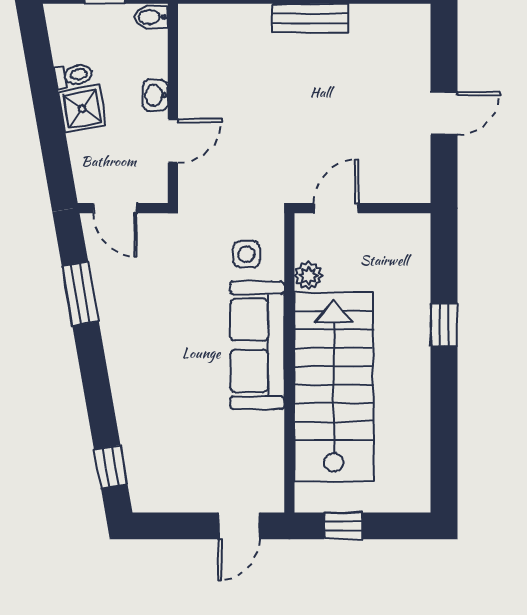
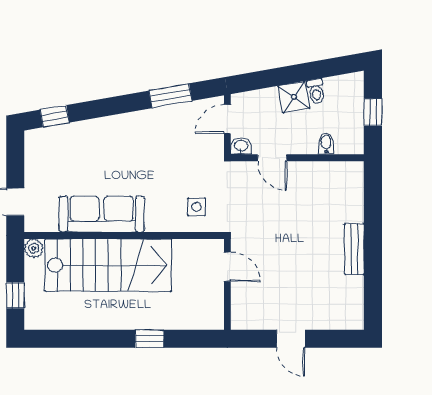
bidet: (151, 17) -> (326, 143), moved
washbasin: (155, 95) -> (241, 146), moved
plant: (309, 276) -> (34, 248), moved
sofa: (257, 345) -> (102, 214), moved
window: (343, 526) -> (15, 295), moved

